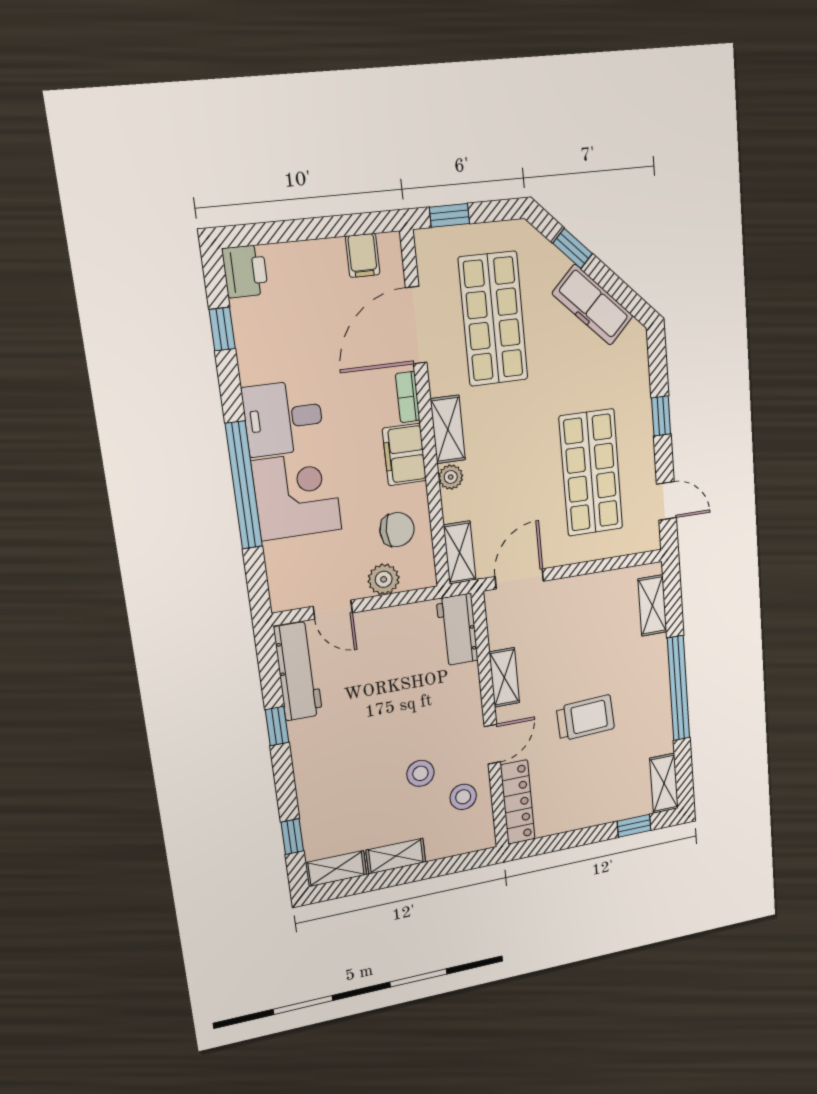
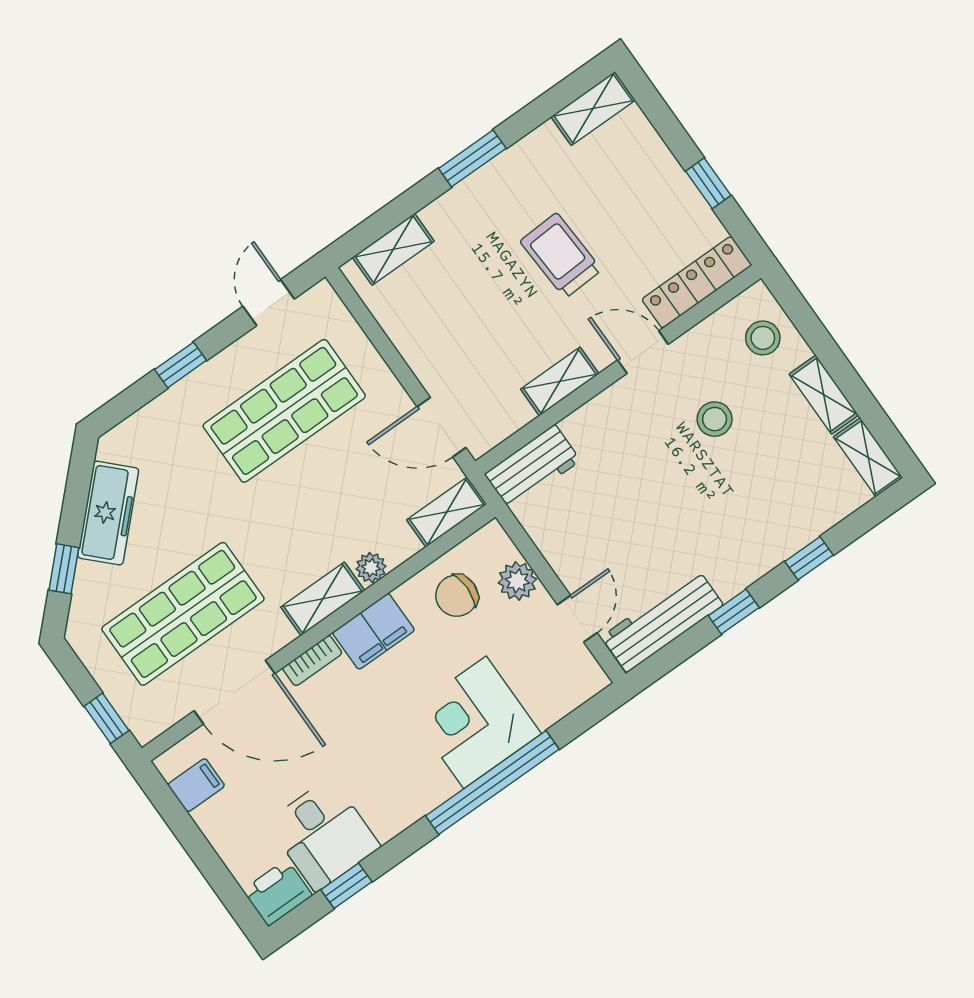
desk: (283, 418) -> (323, 834), moved
chair: (397, 530) -> (457, 596), turned -90
window: (678, 688) -> (472, 158), width x0.47
stool: (463, 797) -> (763, 338), moved
window: (634, 826) -> (708, 183), moved
window: (292, 837) -> (809, 558), moved

